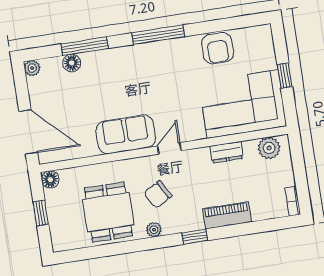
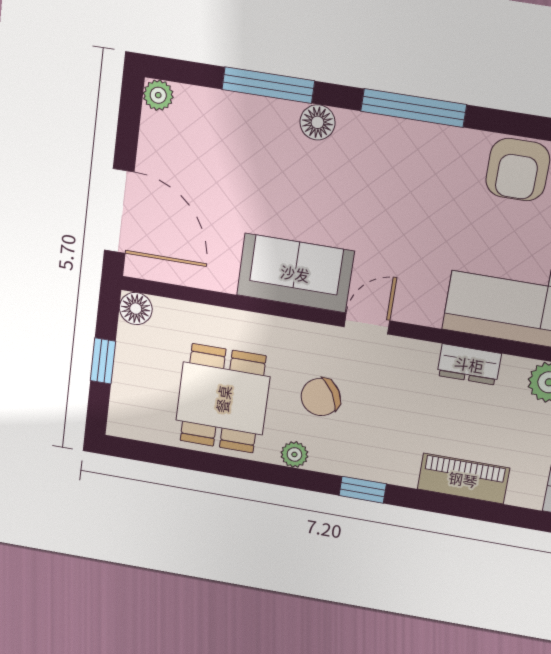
floor lamp: (72, 63) -> (318, 122), moved
piano: (227, 215) -> (463, 479), moved

